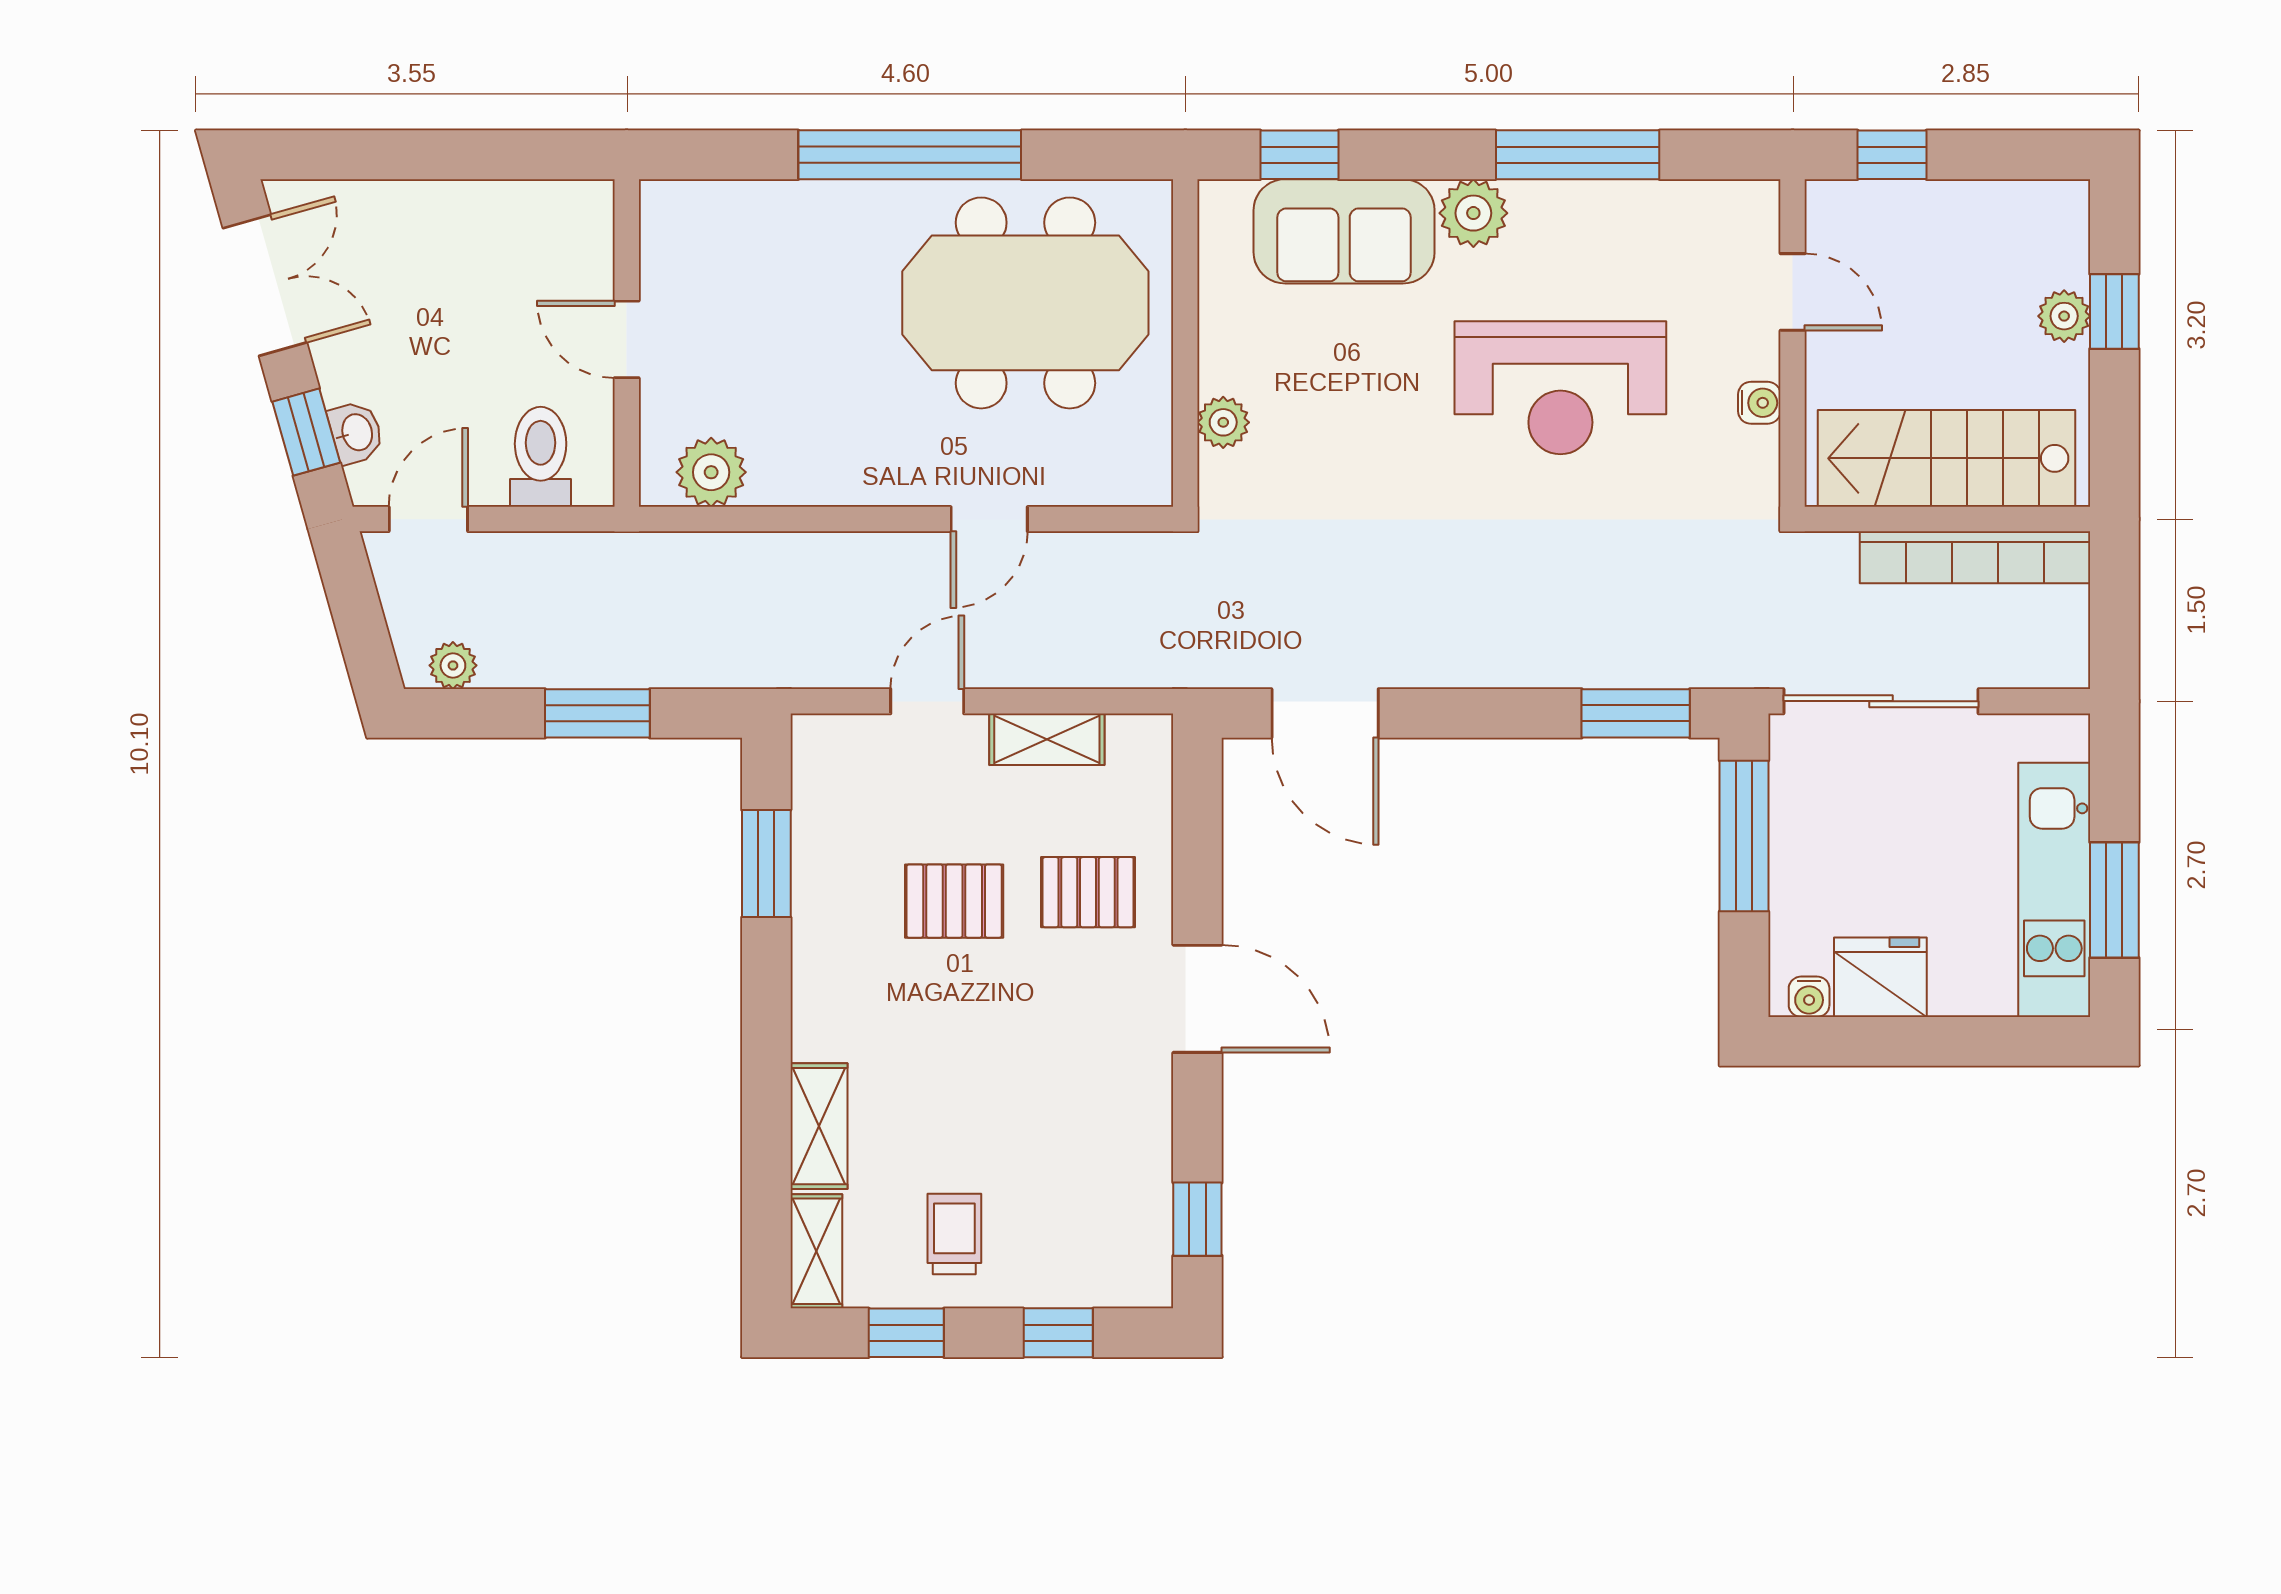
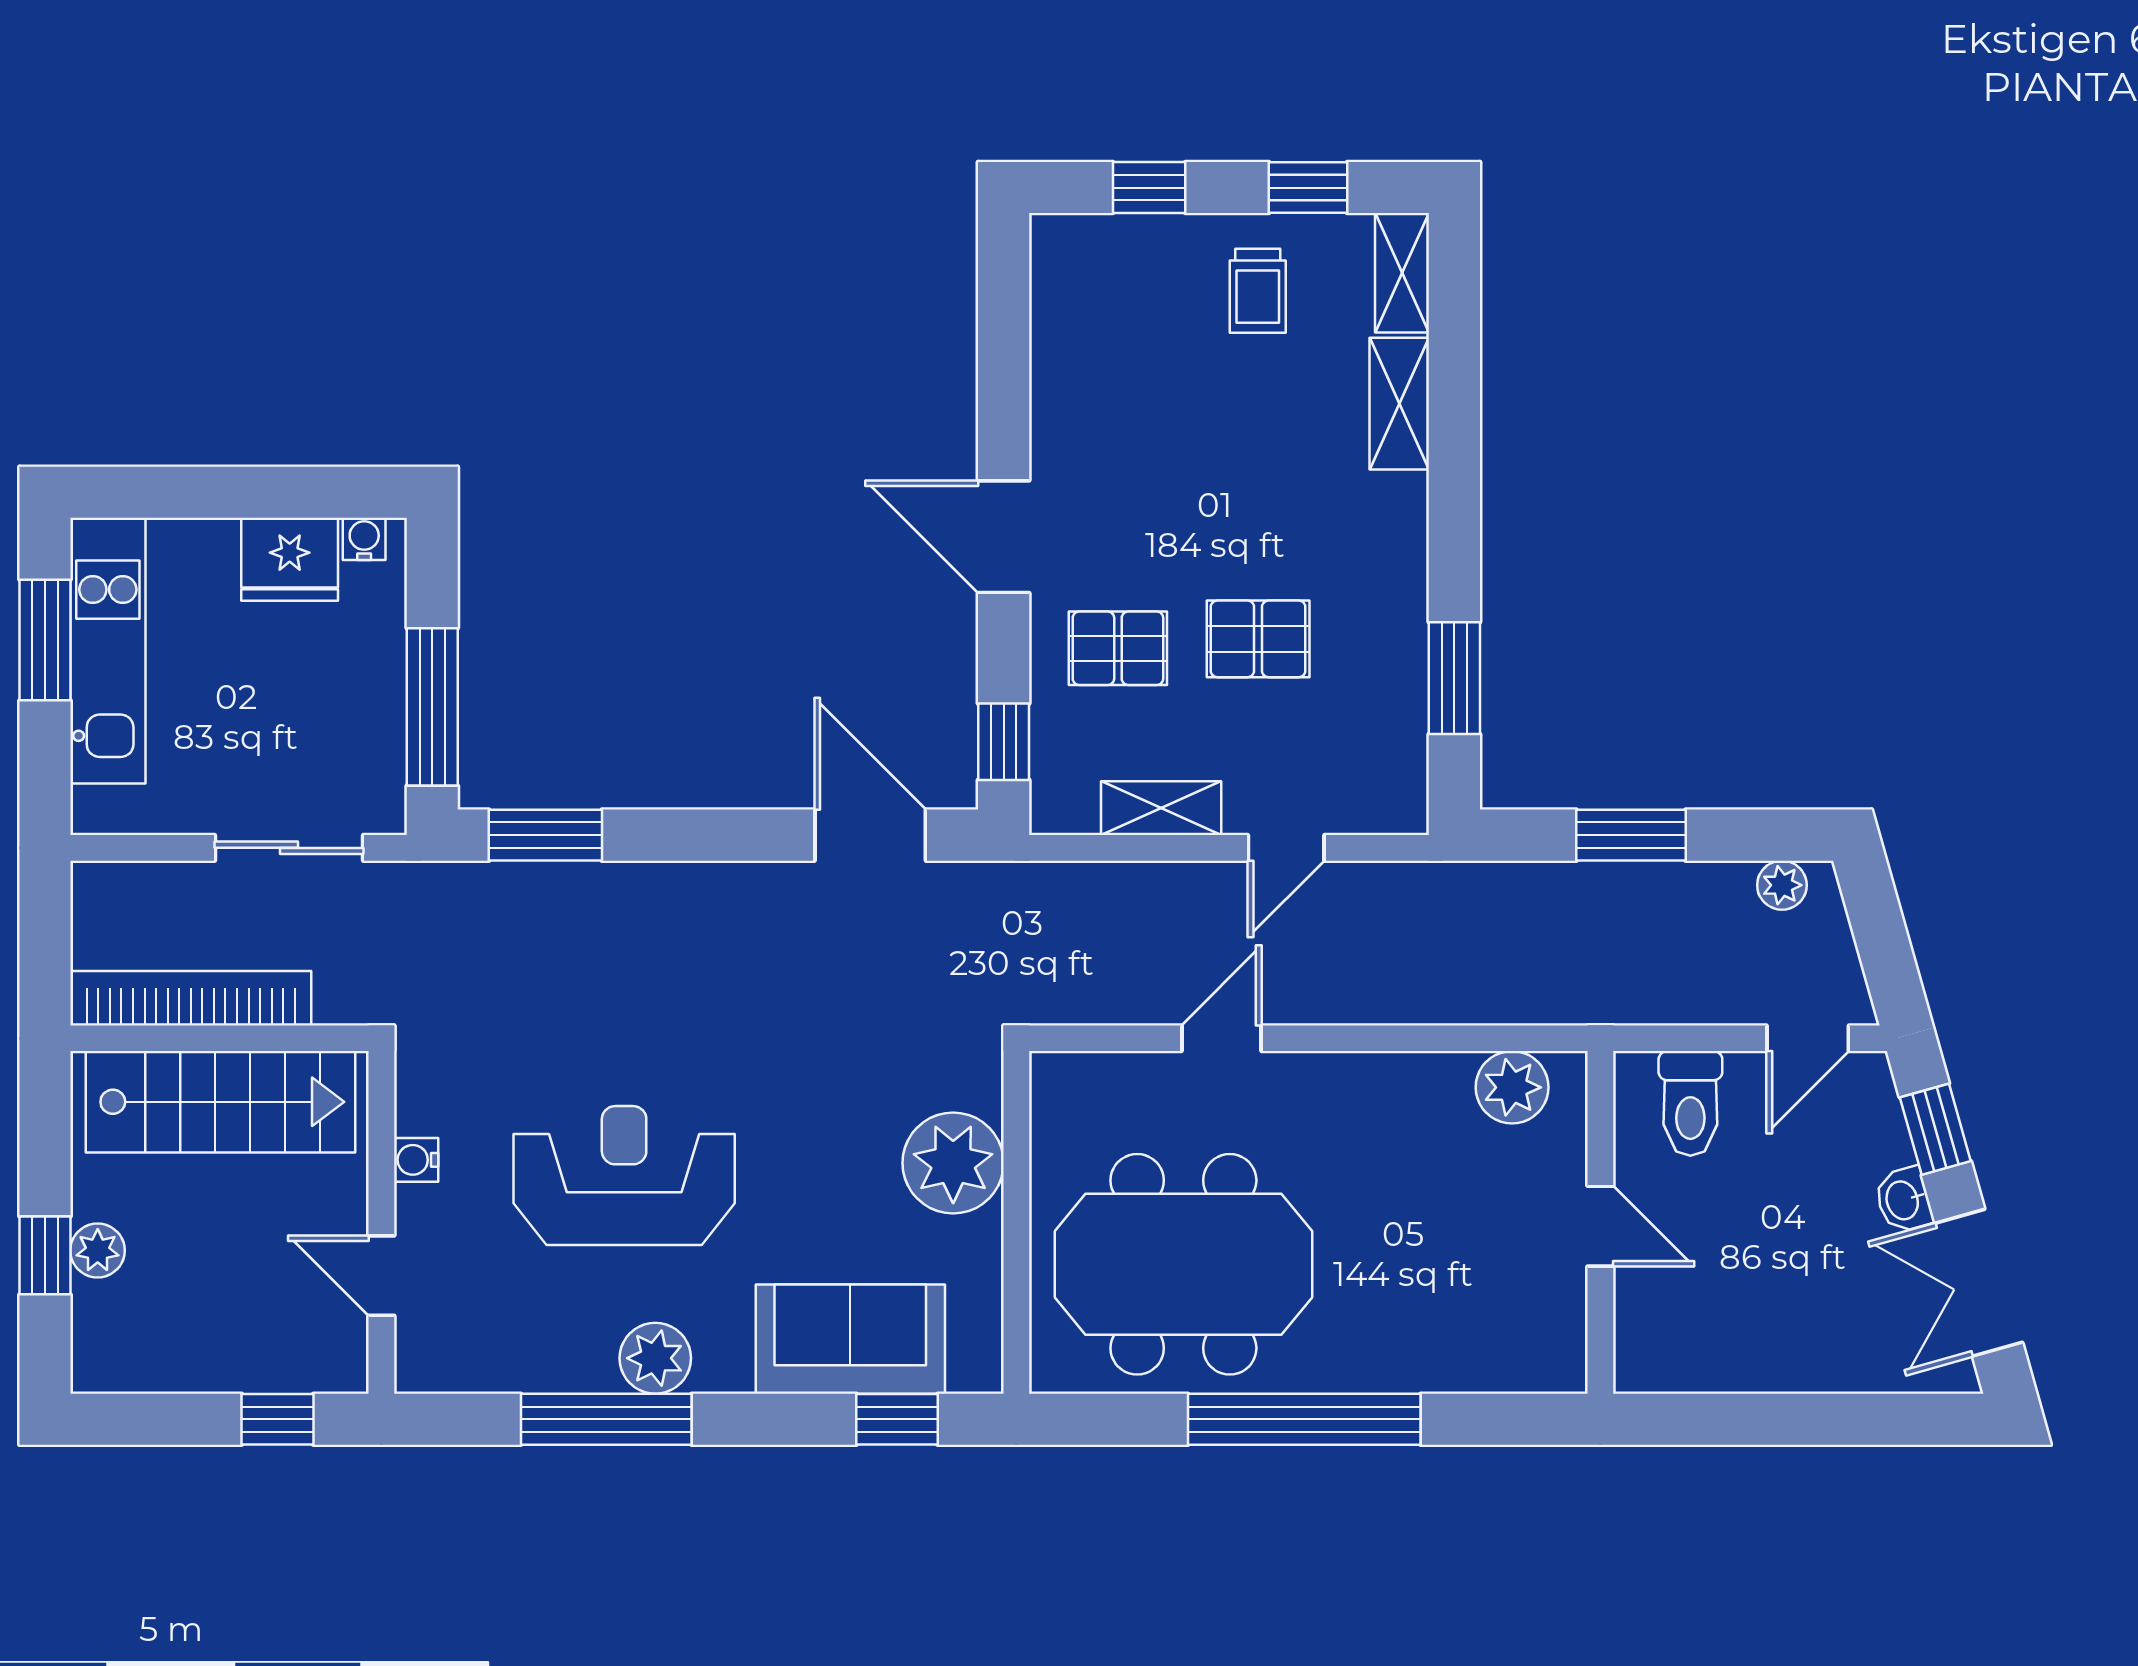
plant: (1473, 213) -> (655, 1358), moved
plant: (1223, 422) -> (953, 1163), width x1.87, depth x1.87
washbasin: (356, 433) -> (1904, 1200), moved
sliding door: (1881, 701) -> (289, 848), width x0.73
window: (1197, 1219) -> (1004, 742), moved

